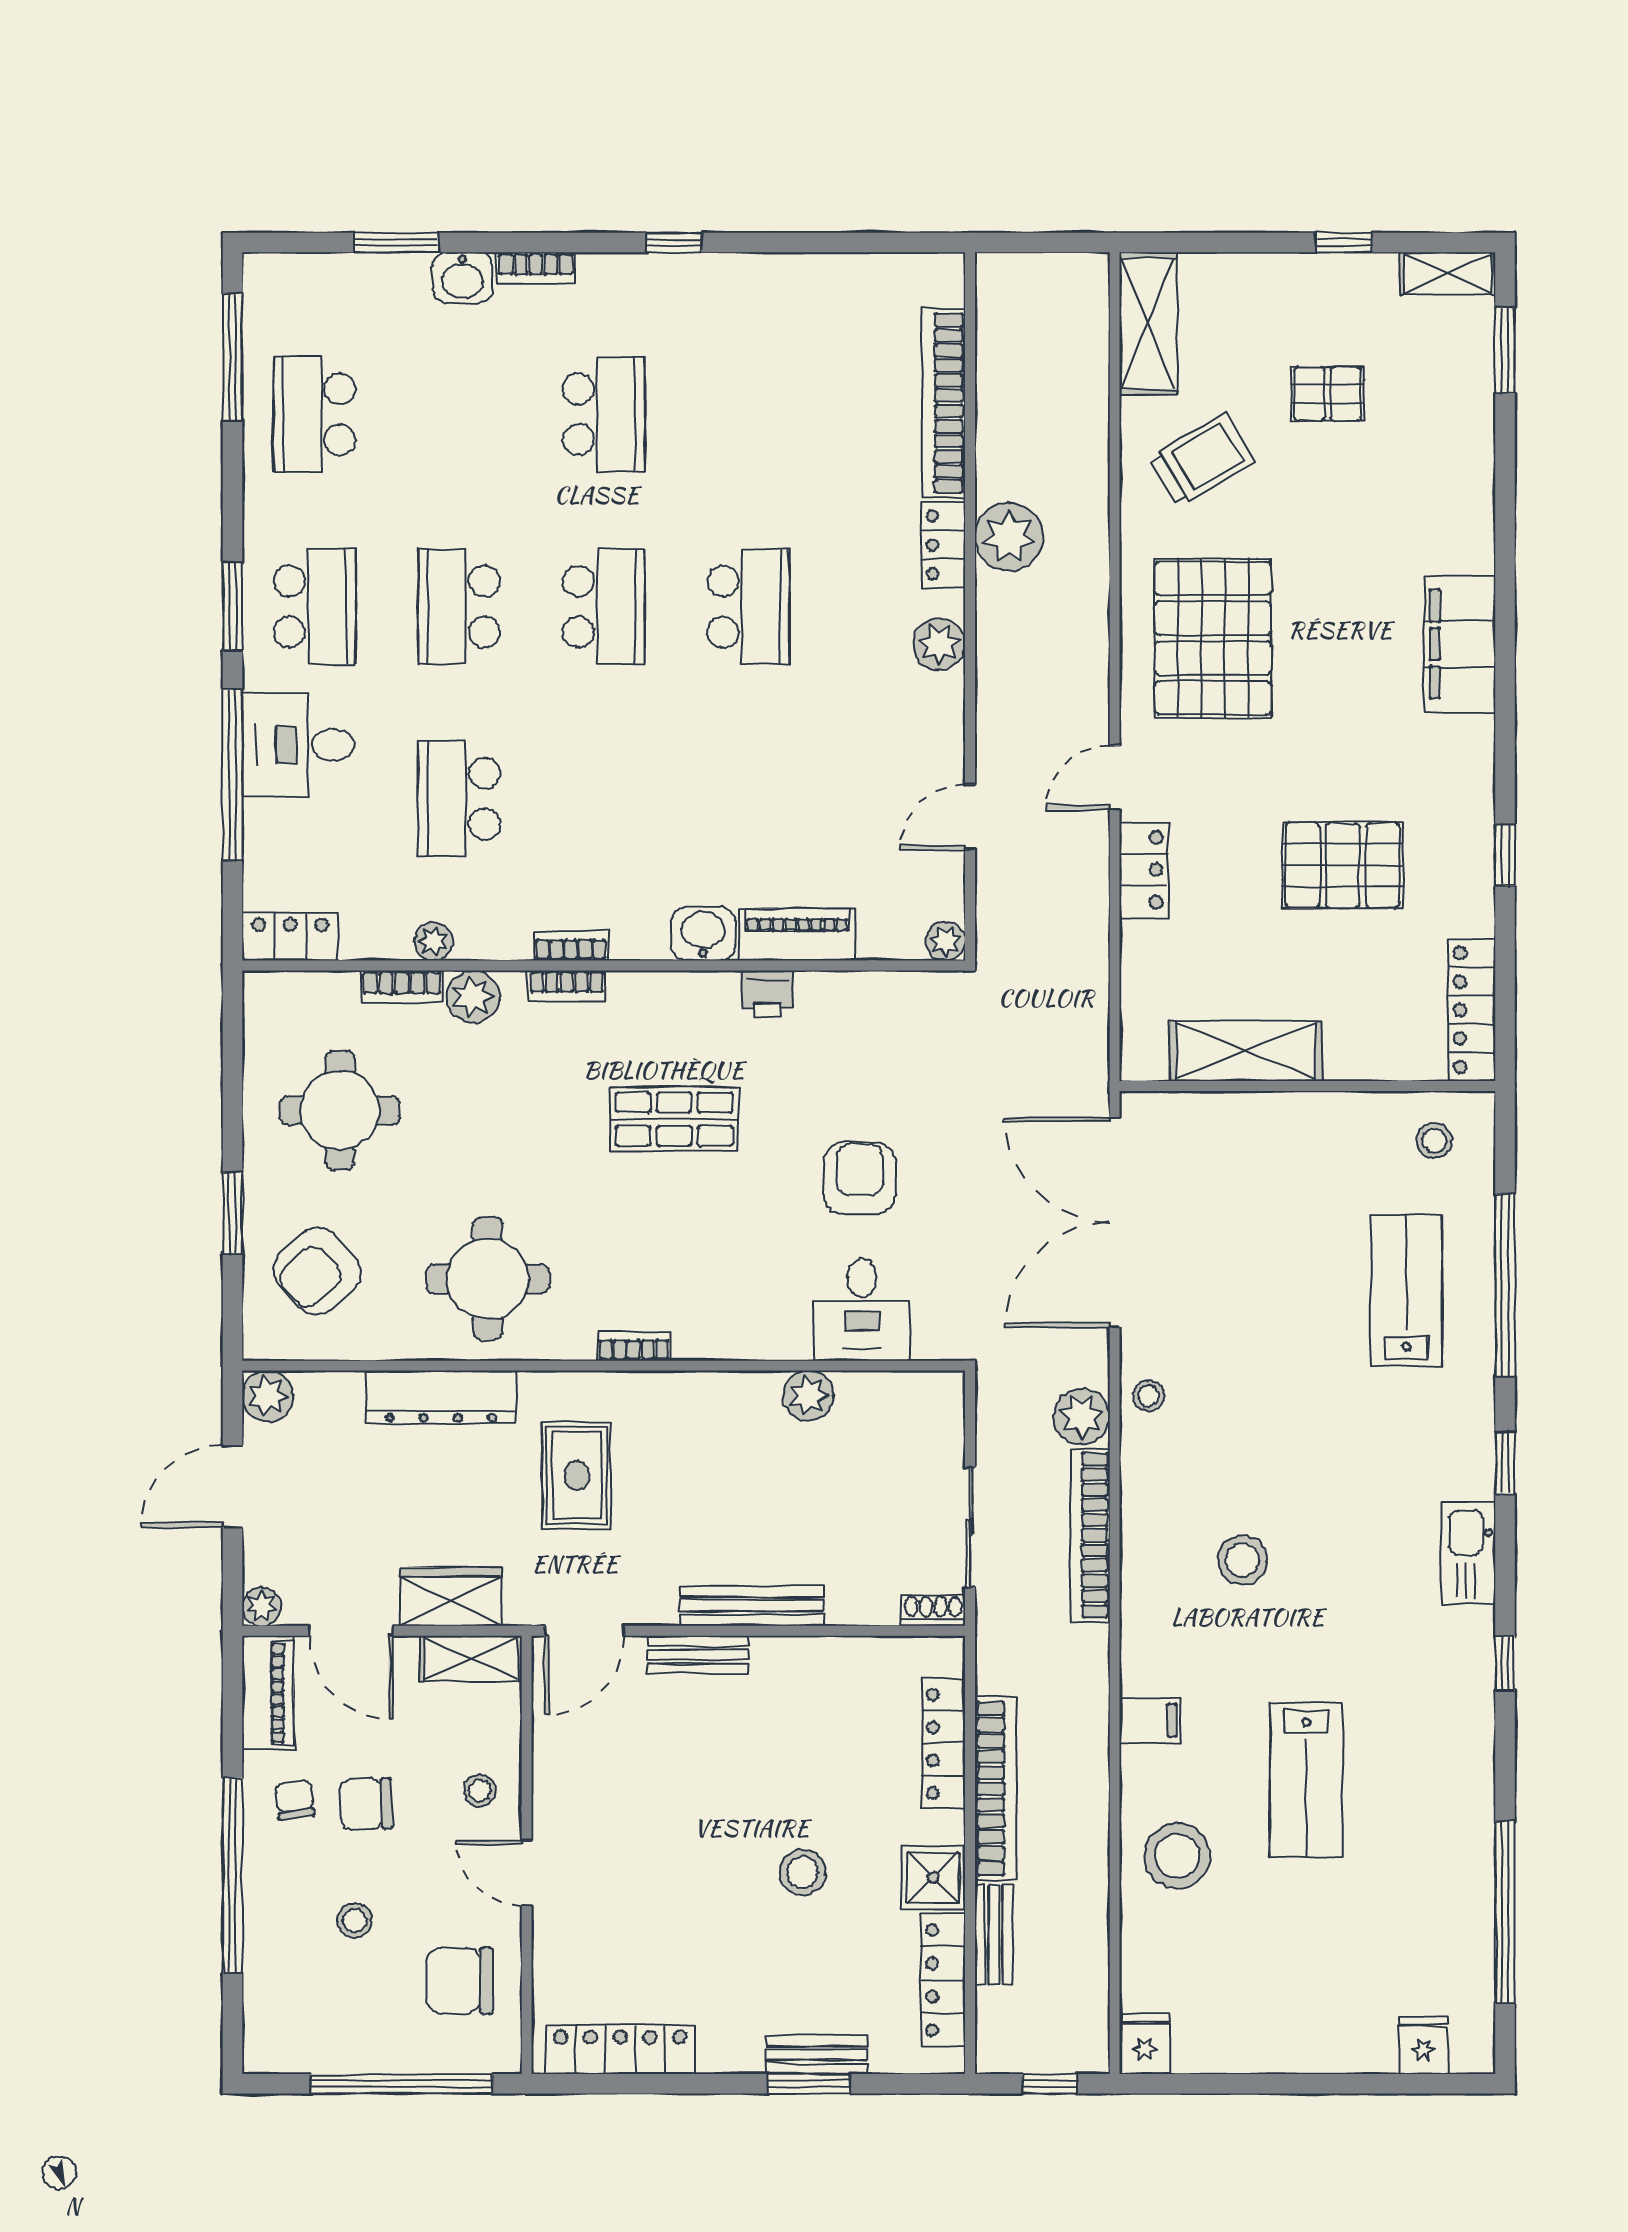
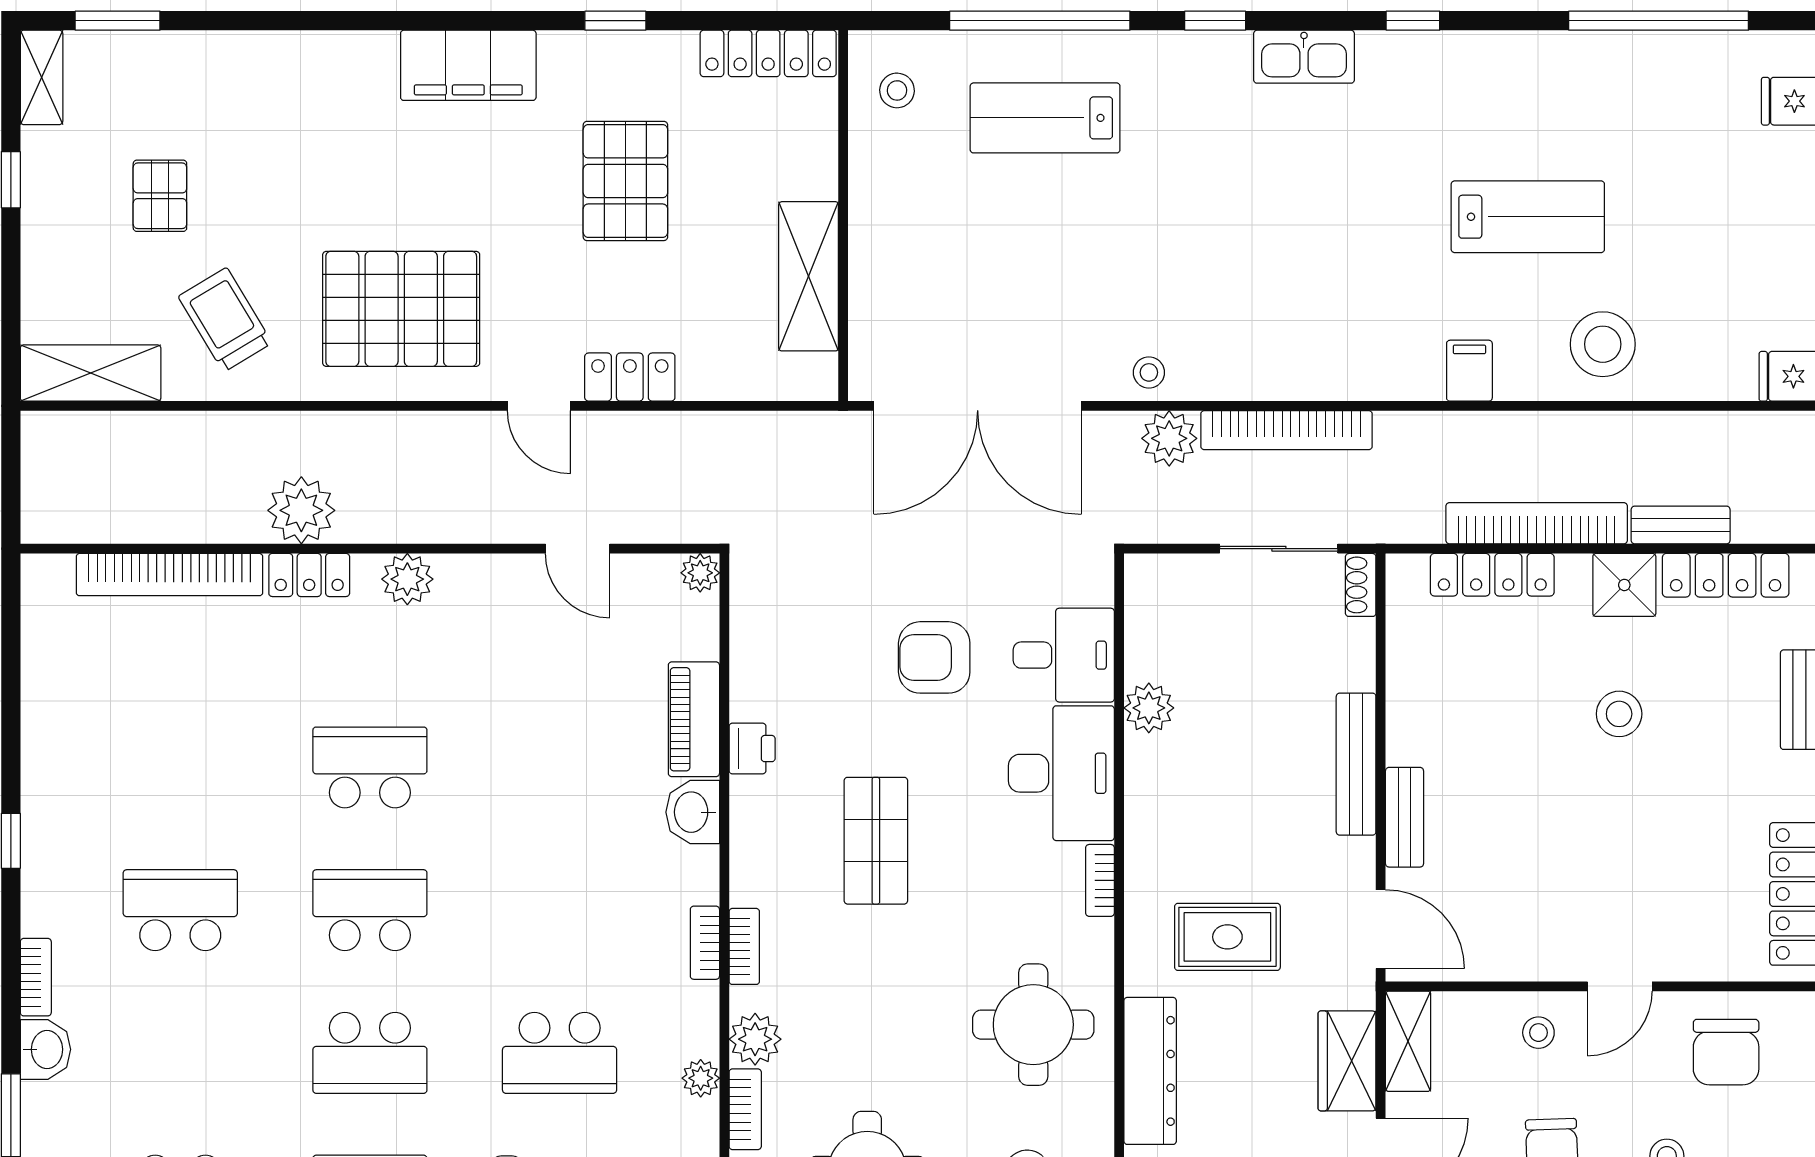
filing cabinet: (1460, 644) -> (468, 65), moved
desk: (742, 1307) -> (1061, 773), added
stool: (1243, 1560) -> (1311, 280), removed

